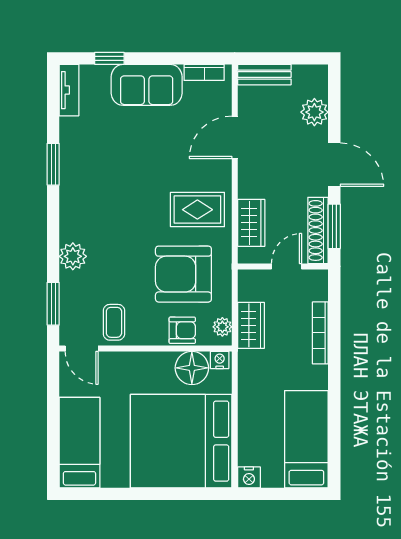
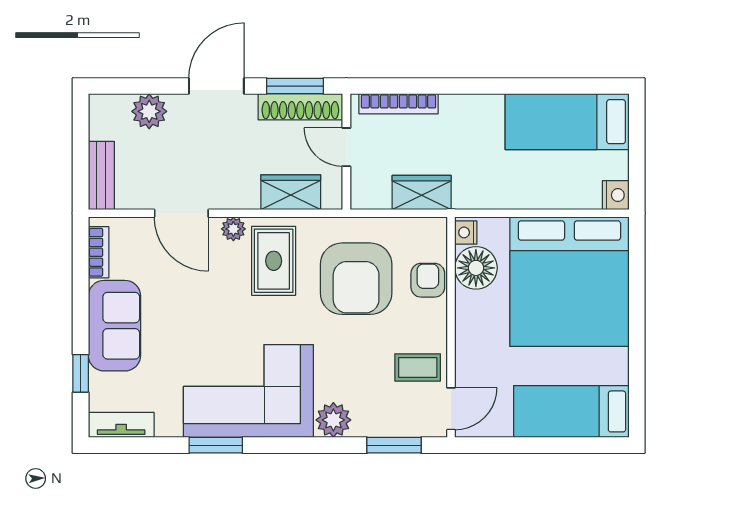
corner sofa: (95, 190) -> (248, 391), added
plant: (222, 327) -> (233, 229), moved
bookcase: (320, 333) -> (399, 104), moved

